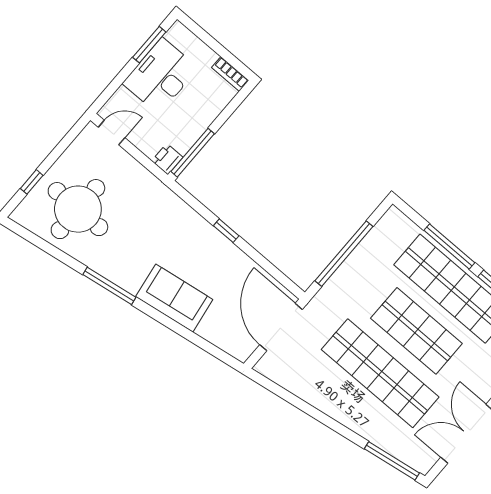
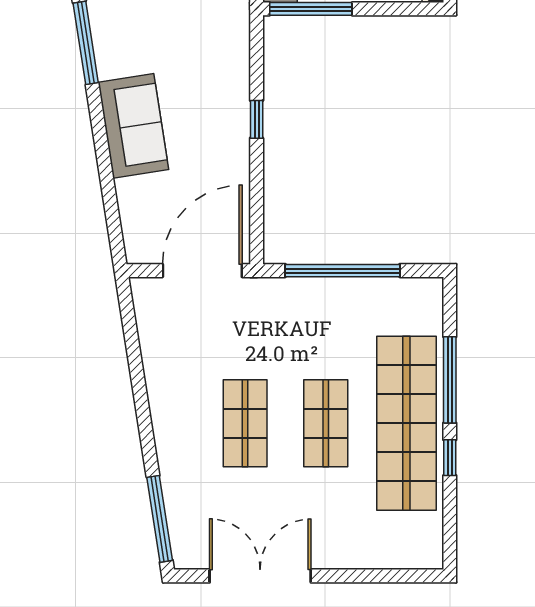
shop shelf: (416, 331) -> (326, 423), width x0.70, depth x0.74
shop shelf: (380, 373) -> (245, 423), width x0.50, depth x0.74

